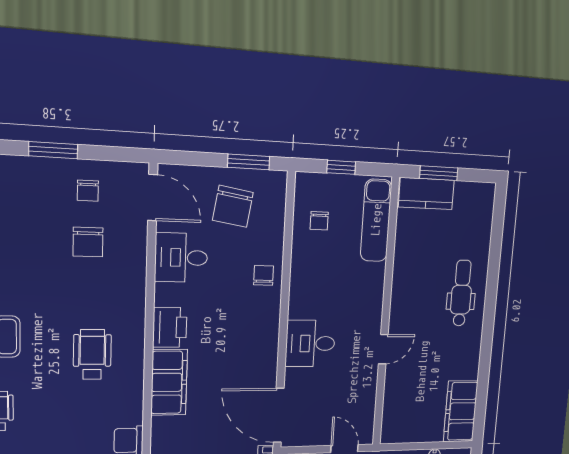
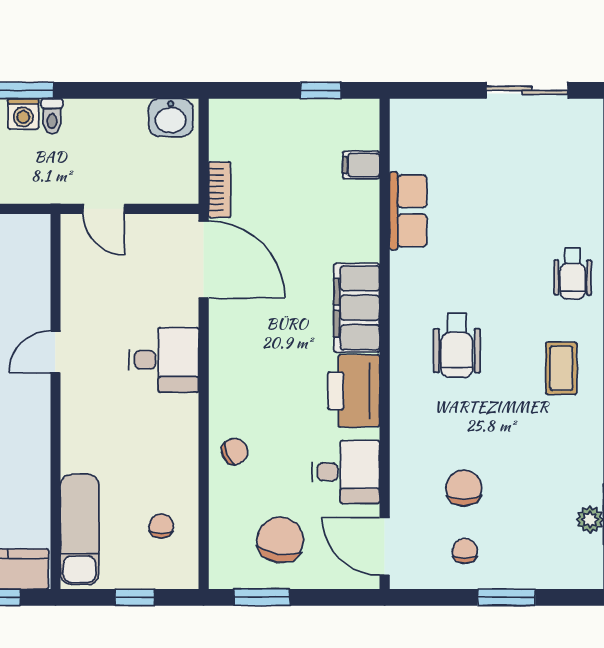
chair: (264, 275) -> (235, 451), turned -112
printer: (170, 327) -> (354, 391), width x1.37, depth x1.19

